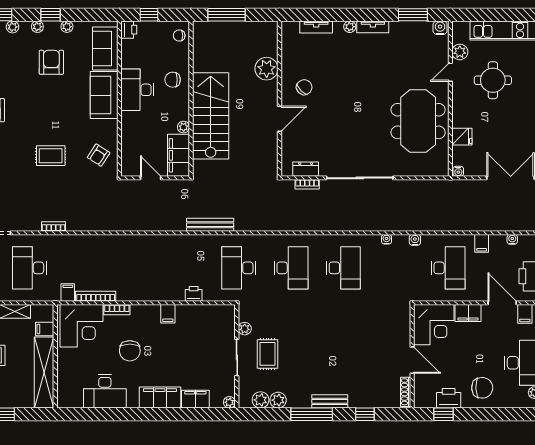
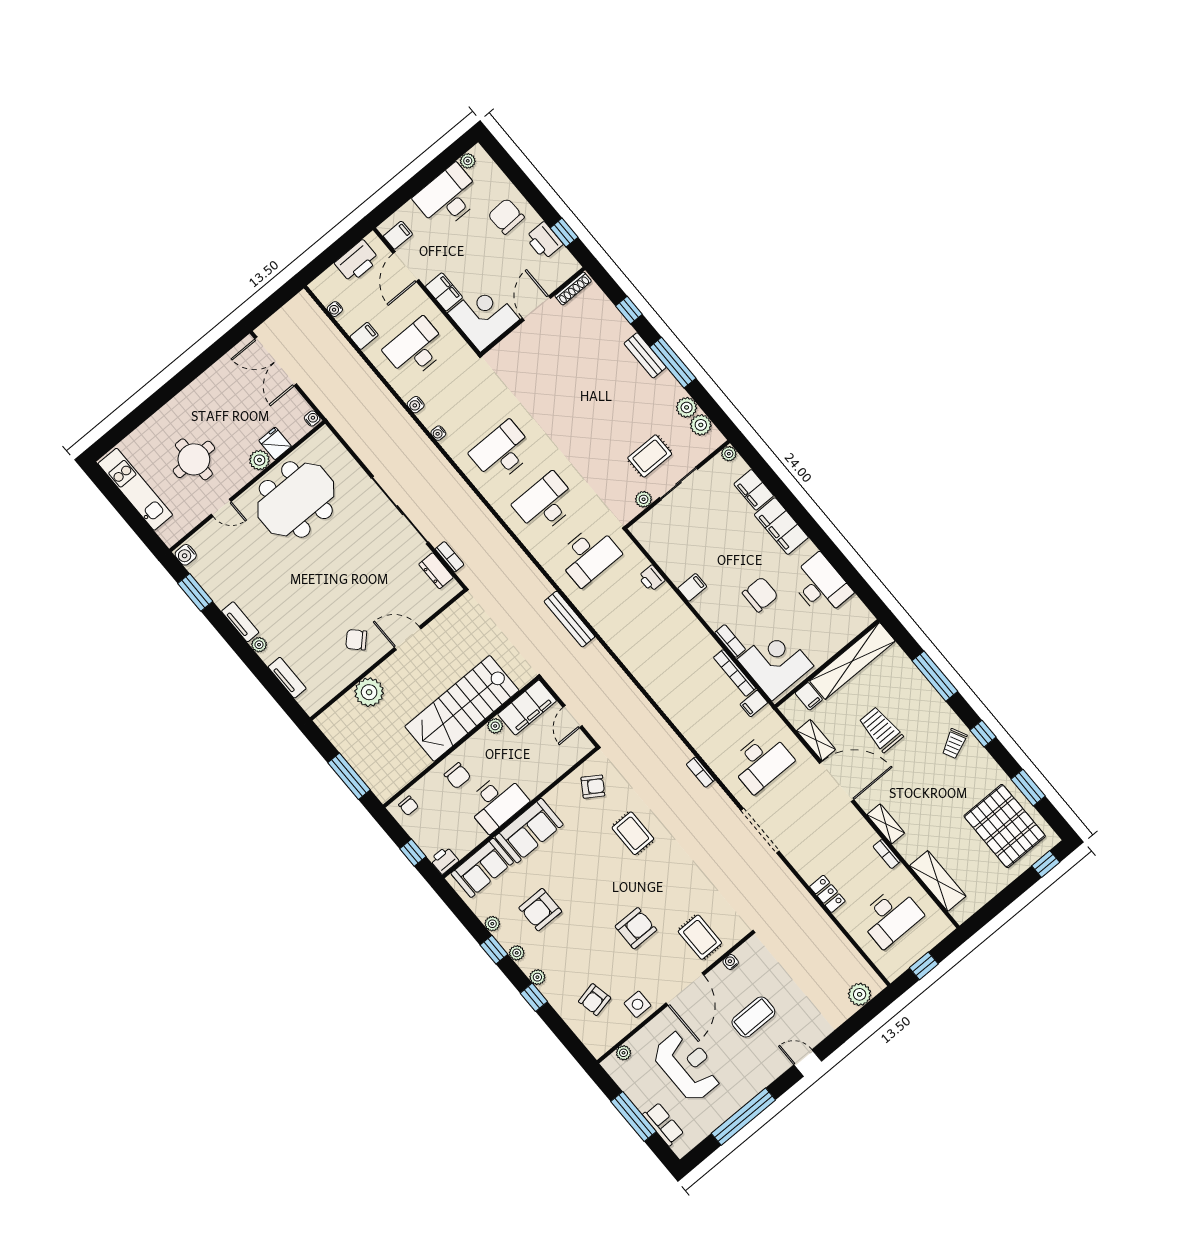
plant: (460, 52) -> (259, 460), moved

